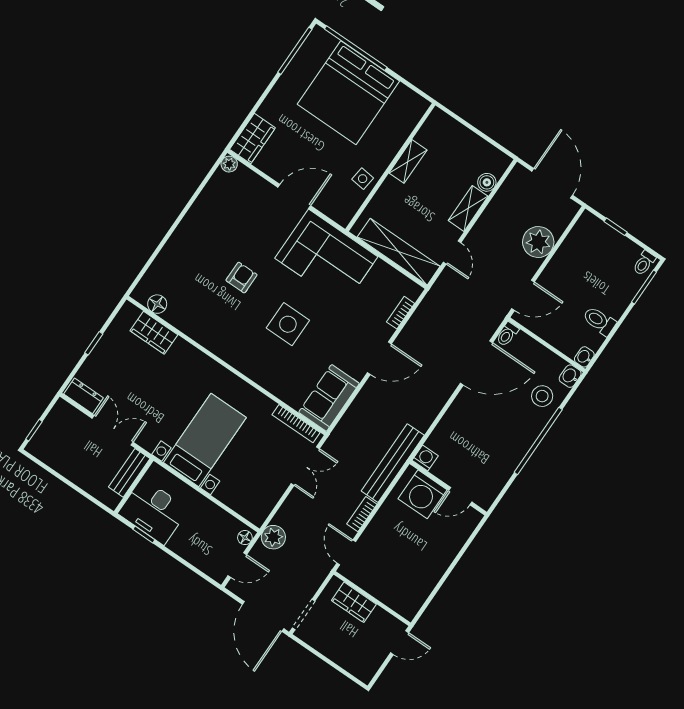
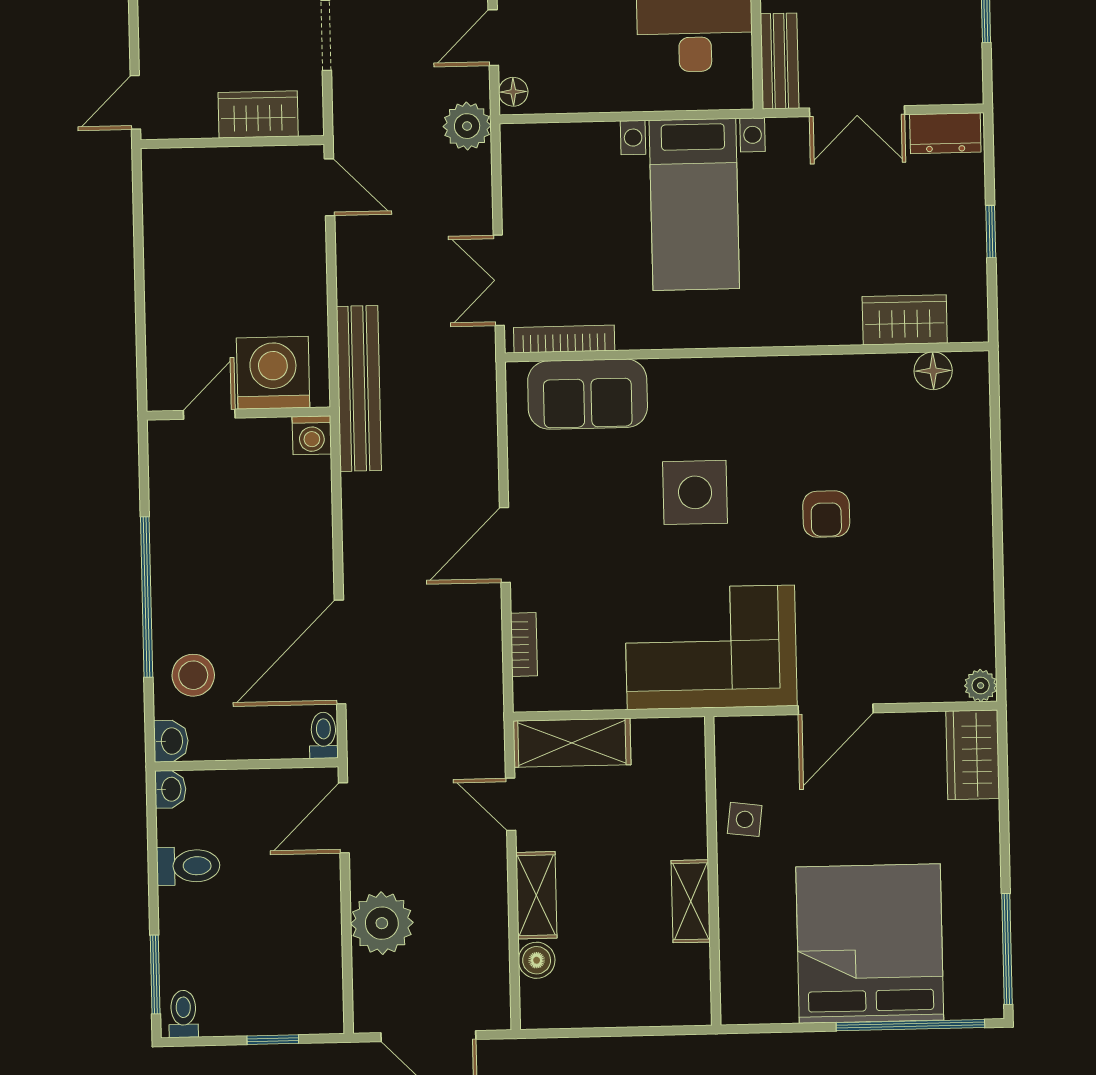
shelving: (399, 252) -> (572, 743), width x0.68
sofa: (329, 398) -> (588, 394), moved, turned 90
bookcase: (362, 514) -> (349, 268), removed

